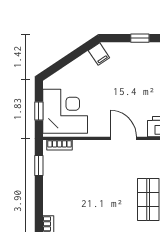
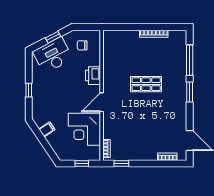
filing cabinet: (99, 54) -> (47, 129), moved
corner desk: (65, 111) -> (84, 129), moved, turned -90

